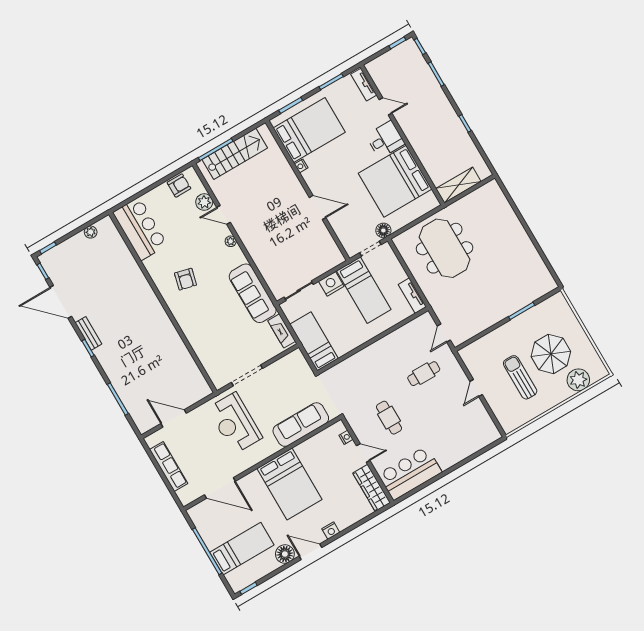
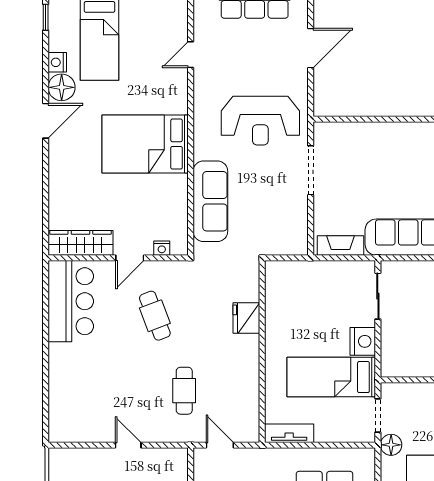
bed: (314, 341) -> (304, 278), removed
fridge: (358, 362) -> (246, 318), added
cafe table: (389, 418) -> (155, 316), turned 69
reception desk: (235, 423) -> (260, 121), turned 180
door: (220, 488) -> (191, 55), width x0.53
nightstand: (331, 531) -> (57, 62), moved

